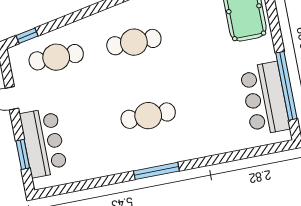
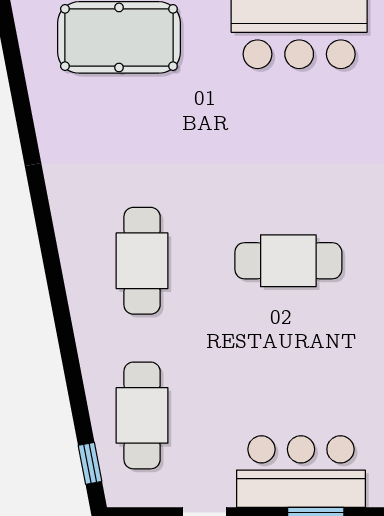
cafe table: (148, 116) -> (288, 261), turned 90

